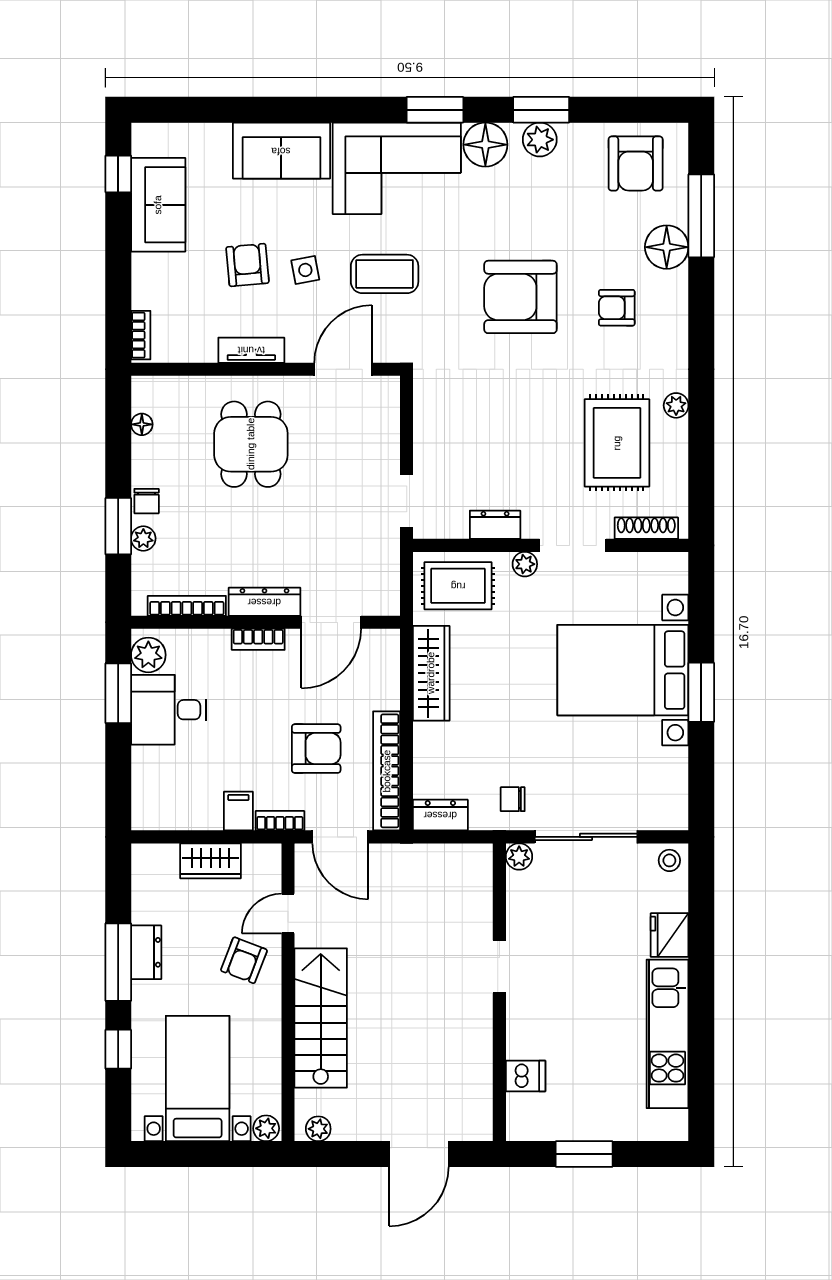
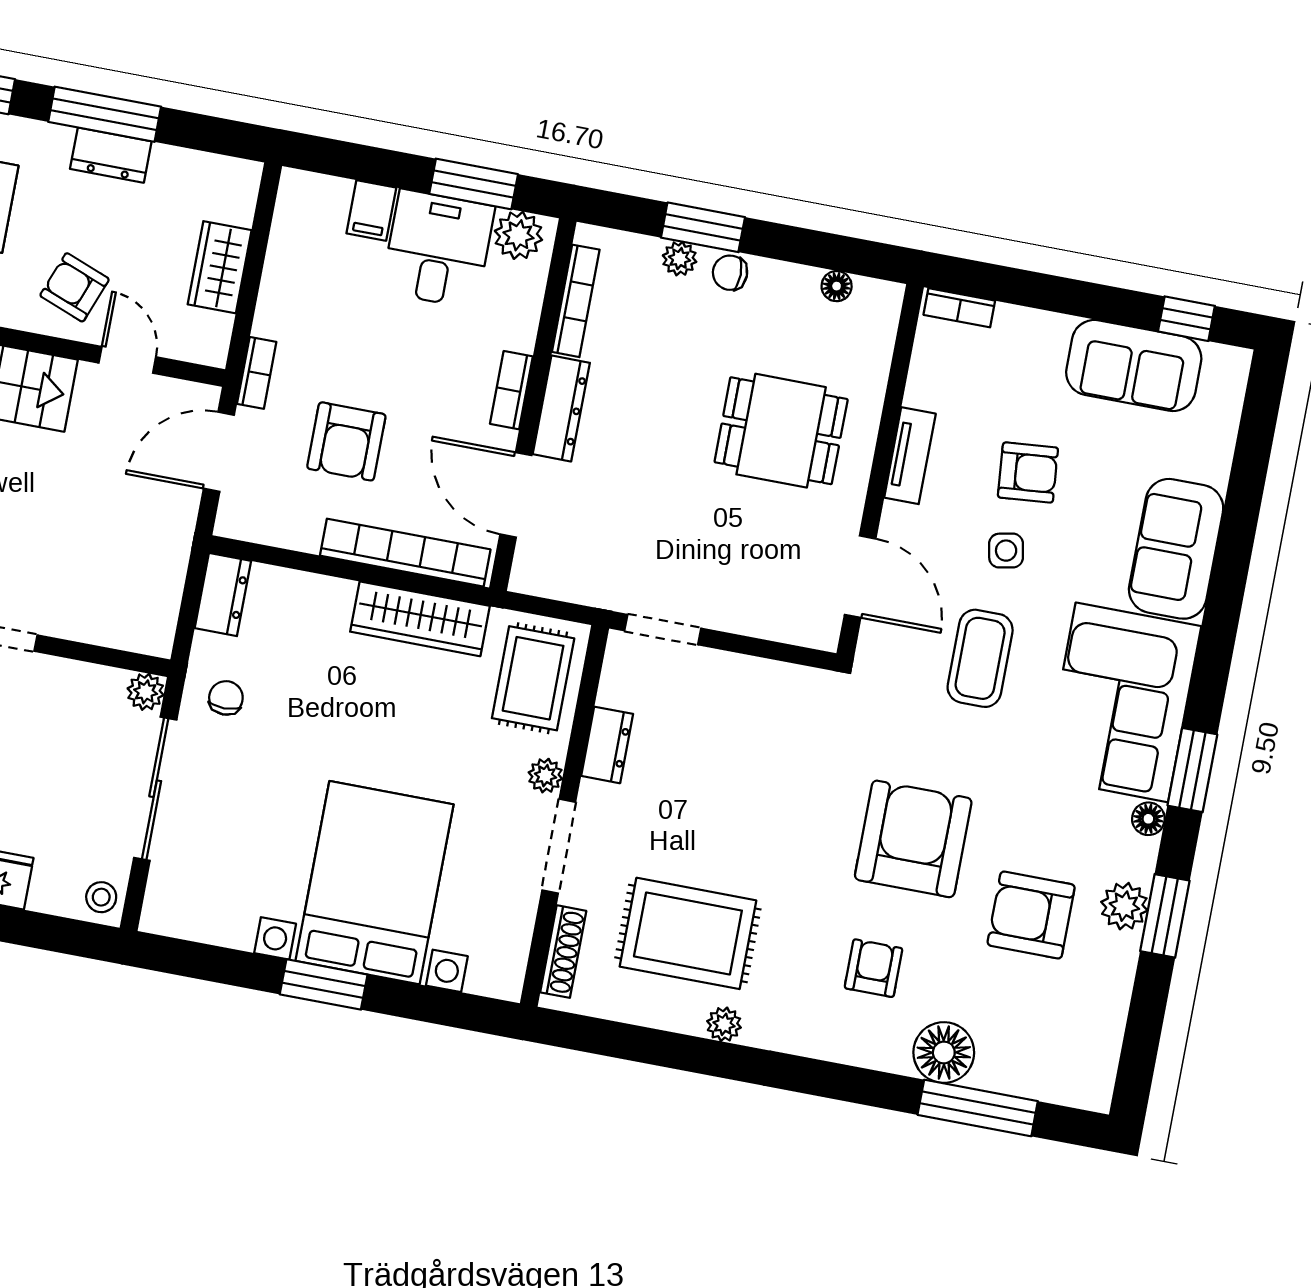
floor lamp: (485, 145) -> (1148, 819), width x0.53, depth x0.53
armchair: (636, 163) -> (1031, 915), moved
bookcase: (387, 771) -> (405, 553), moved
filing cabinet: (238, 811) -> (371, 210), moved, turned 90

